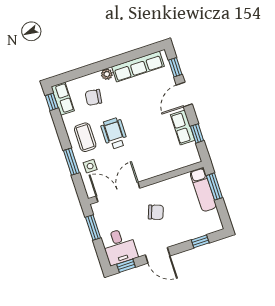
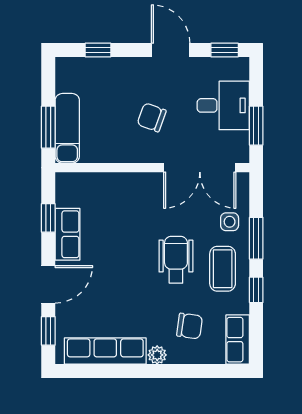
window: (52, 102) -> (256, 290), moved
wheelchair: (114, 133) -> (176, 260), turned 180
desk: (119, 246) -> (223, 105), moved, turned 90

